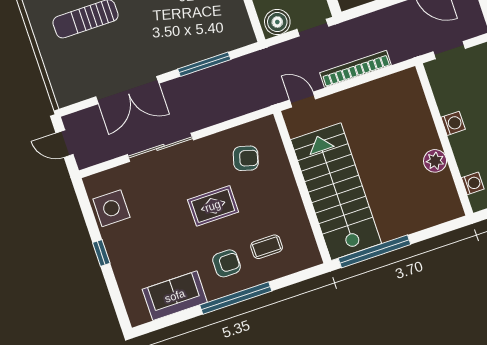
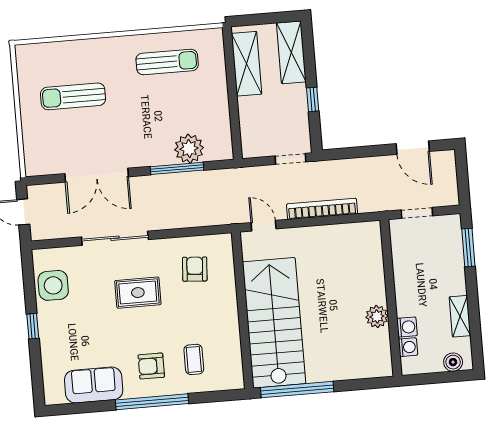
boiler: (277, 22) -> (258, 145), removed
plant: (211, 42) -> (189, 149), added
washing machine: (453, 123) -> (407, 327), moved
armchair: (246, 158) -> (195, 269), turned -102
rug: (213, 206) -> (138, 293), moved
coffee table: (267, 247) -> (194, 359), turned 90
armchair: (227, 263) -> (151, 366), turned 180

